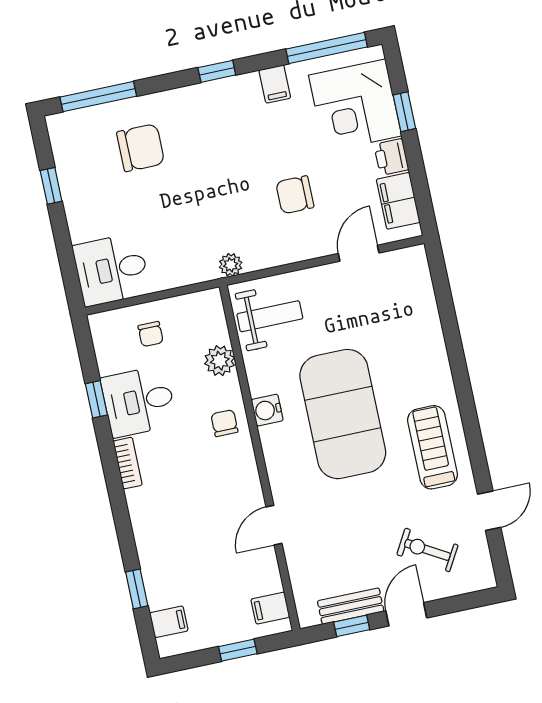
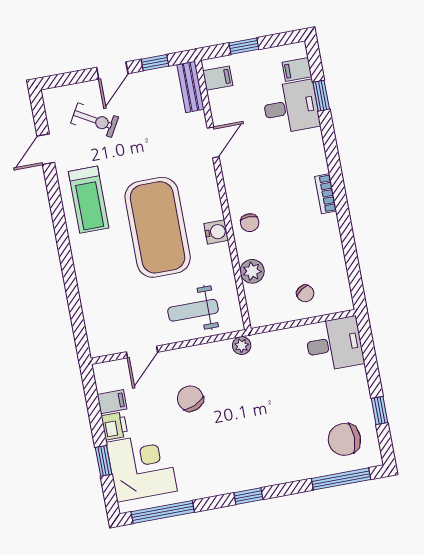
filing cabinet: (275, 84) -> (204, 485), removed
chair: (141, 148) -> (344, 439), moved
chair: (295, 195) -> (190, 399), turned -113
filing cabinet: (398, 201) -> (112, 402), width x0.50
weight bench: (270, 316) -> (193, 310), moved
chair: (151, 334) -> (305, 293), turned 146
window: (96, 399) -> (349, 244), removed
desk: (139, 401) -> (291, 107), moved
bench: (351, 606) -> (191, 87), moved, turned 90

